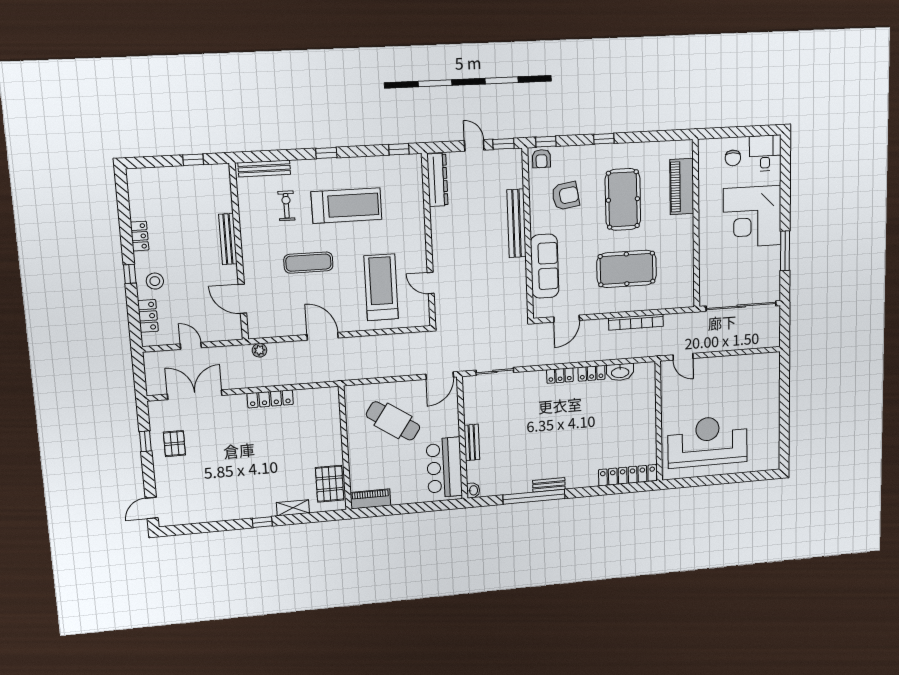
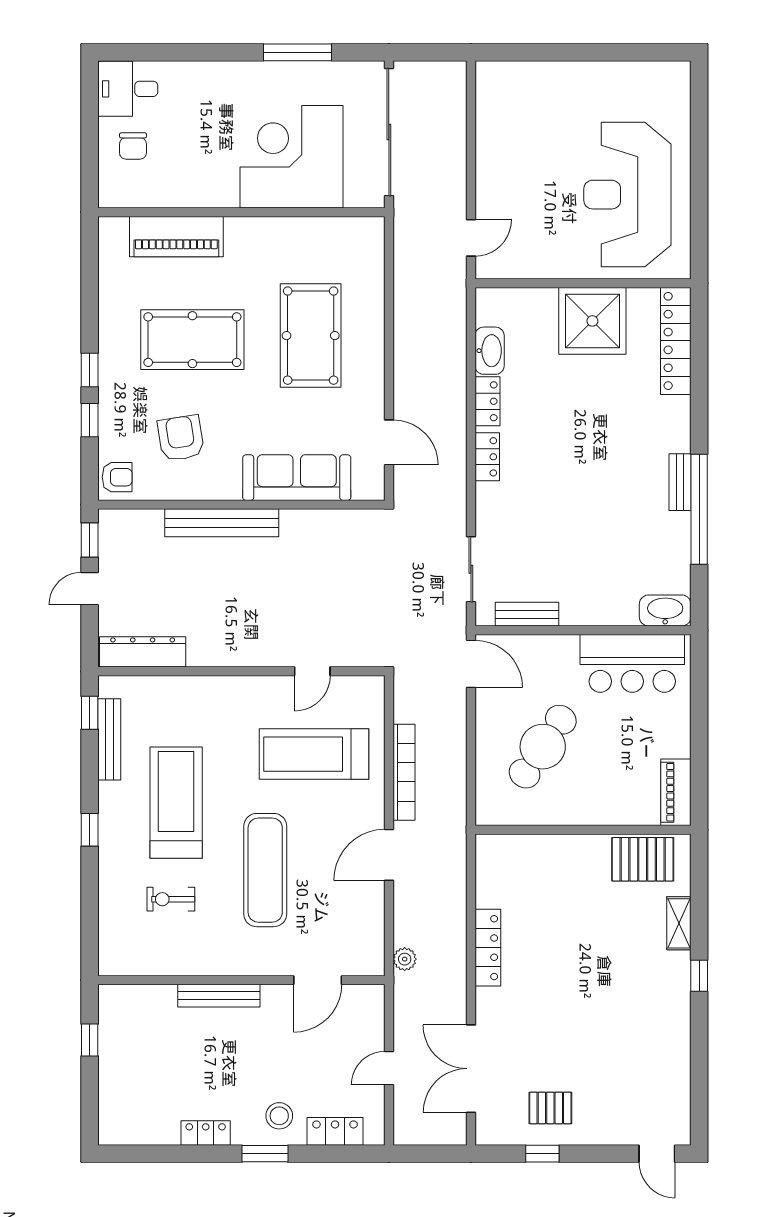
window: (546, 142) -> (90, 420), moved
chair: (733, 158) -> (133, 146), turned 90
bench: (264, 168) -> (109, 739), moved
corner desk: (752, 217) -> (291, 157), moved, turned 180
exercise mat: (308, 263) -> (265, 870), width x1.36, depth x1.45
window: (130, 274) -> (265, 1154), width x1.50
bookcase: (636, 322) -> (404, 772), moved
shower: (638, 428) -> (592, 321), added
bench: (472, 442) -> (527, 614), moved
washbasin: (473, 490) -> (665, 610), width x1.91, depth x1.45

